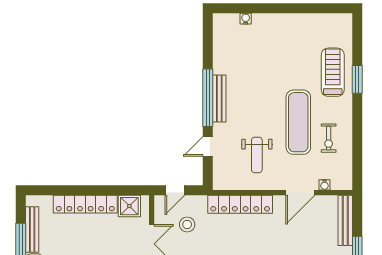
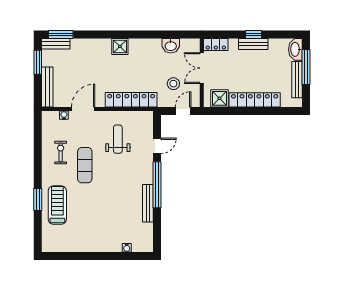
treadmill: (333, 72) -> (57, 205), turned 180
bench: (219, 98) -> (148, 203), moved
exercise mat: (298, 122) -> (85, 165), width x0.73, depth x0.69

